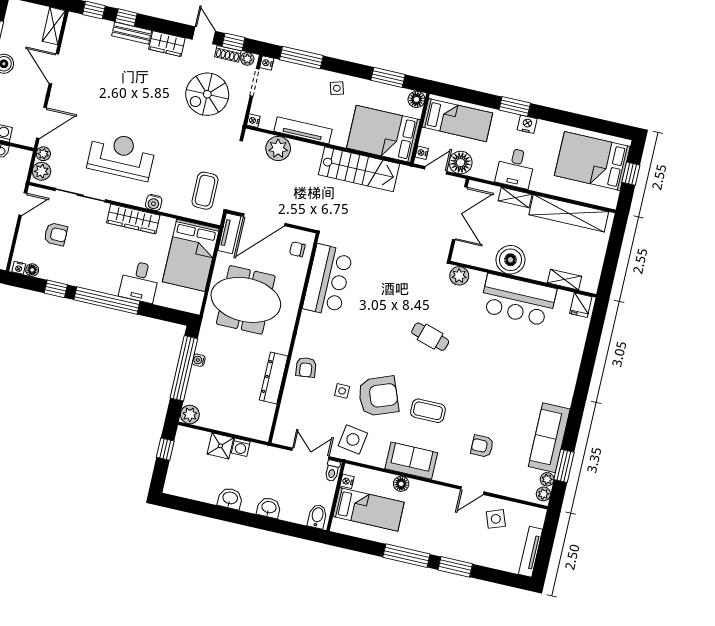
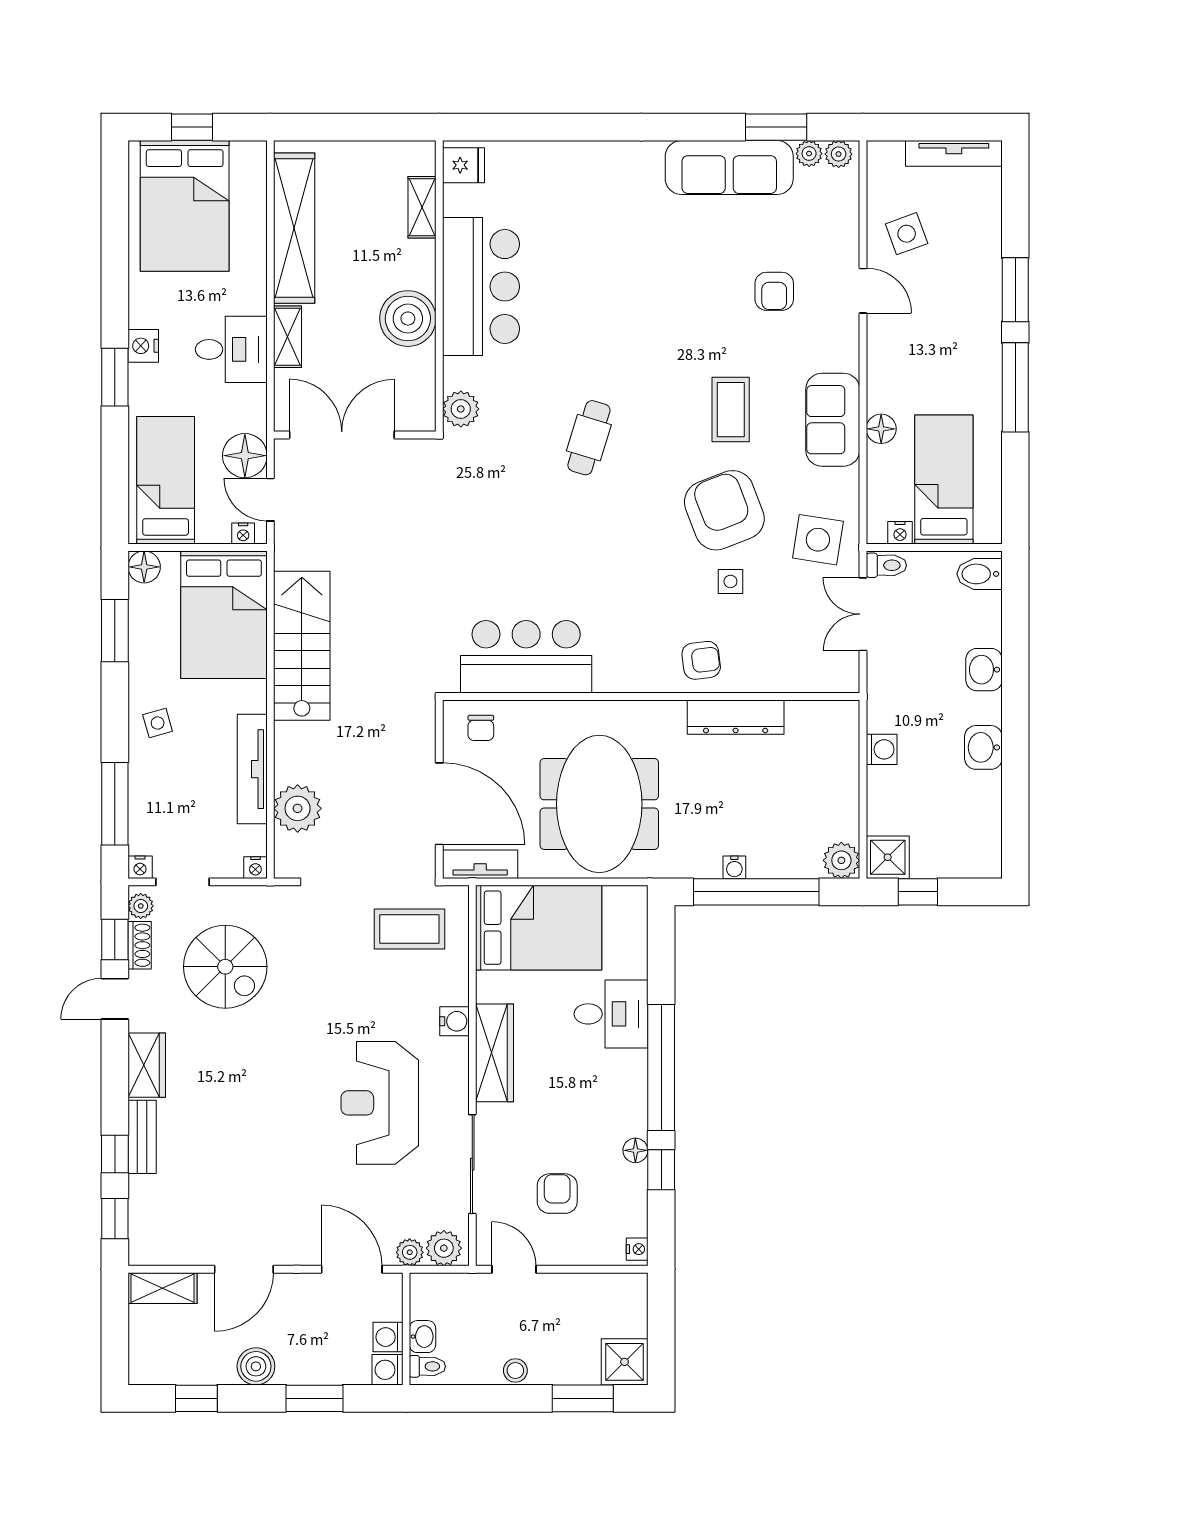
floor lamp: (32, 270) -> (635, 1150), moved
shower: (220, 446) -> (888, 857), moved

